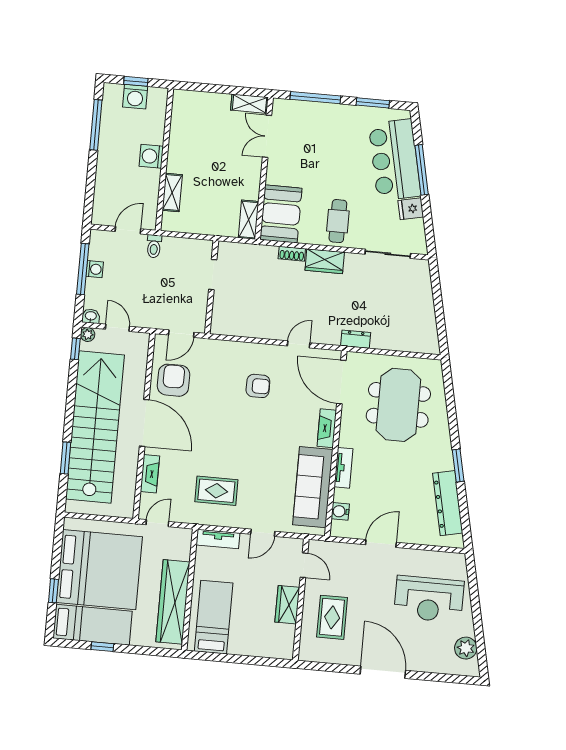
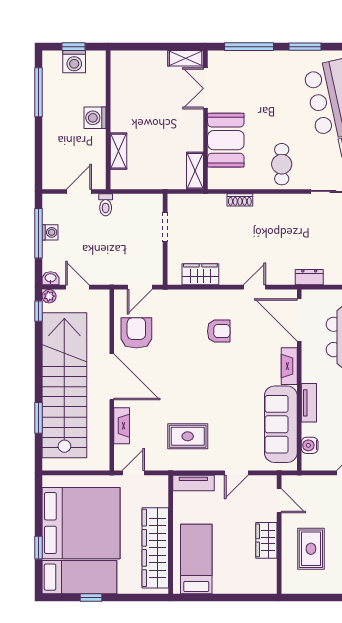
booth: (281, 214) -> (226, 140), moved
wardrobe: (325, 261) -> (200, 274), moved, turned 180

